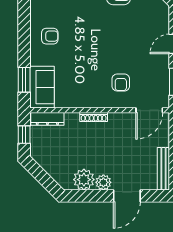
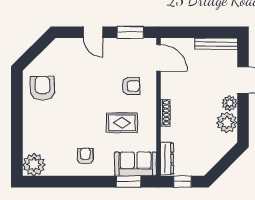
rug: (84, 73) -> (122, 123), added

